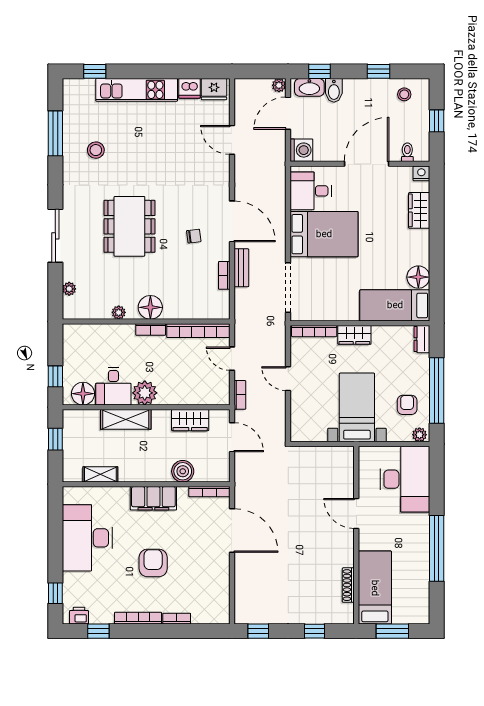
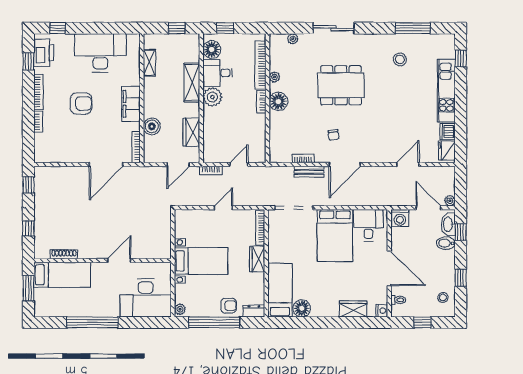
bookcase: (198, 331) -> (260, 65), moved
armchair: (407, 405) -> (229, 306), moved
printer: (79, 616) -> (44, 53), width x1.87, depth x1.48

